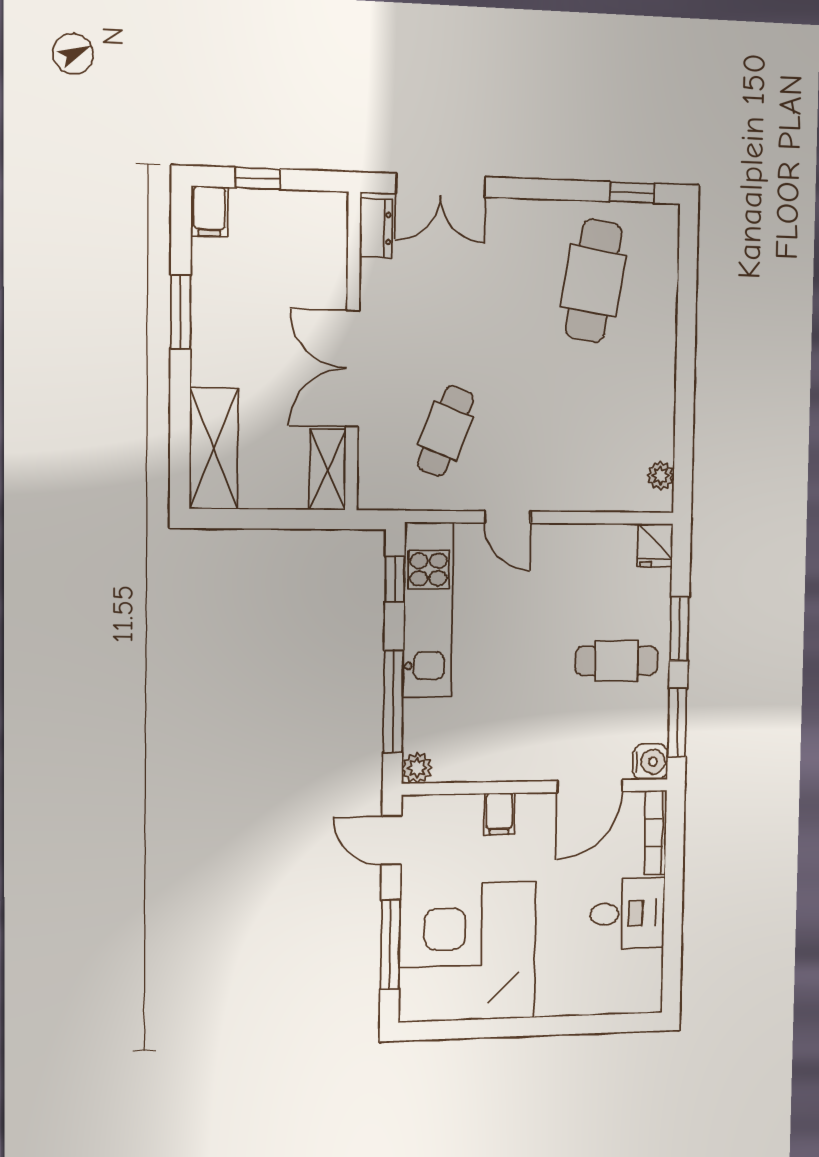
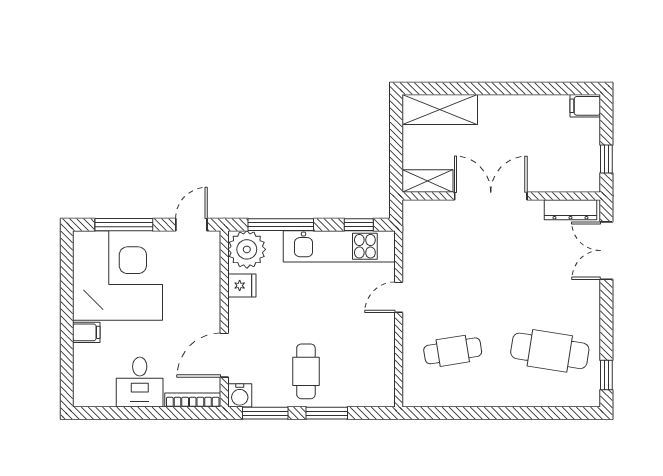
window: (258, 178) -> (606, 159), moved
dresser: (376, 228) -> (570, 210), width x1.44
window: (181, 312) -> (523, 88), removed
cafe table: (445, 431) -> (453, 351), moved, turned -30
plant: (660, 476) -> (426, 398), removed
fridge: (655, 545) -> (242, 286), moved, turned 180
plant: (417, 768) -> (247, 249), width x1.87, depth x1.87
door: (590, 786) -> (224, 355), hinge flipped
filing cabinet: (499, 814) -> (86, 332), moved, turned 180

